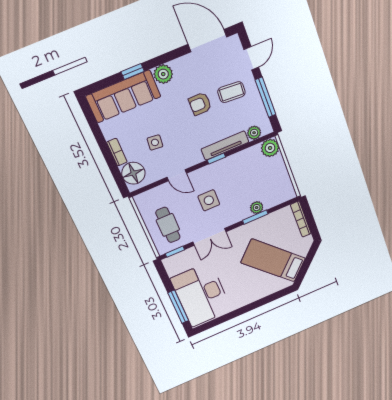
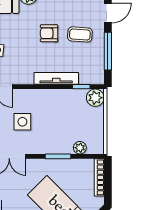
plant: (254, 133) -> (86, 78), removed
window: (216, 159) -> (81, 87), moved
plant: (257, 208) -> (80, 148), moved

